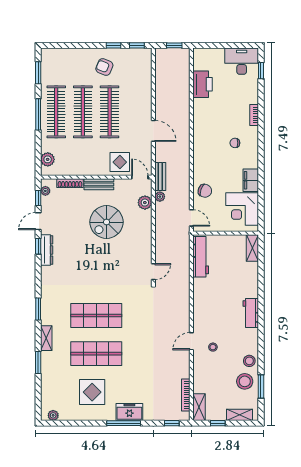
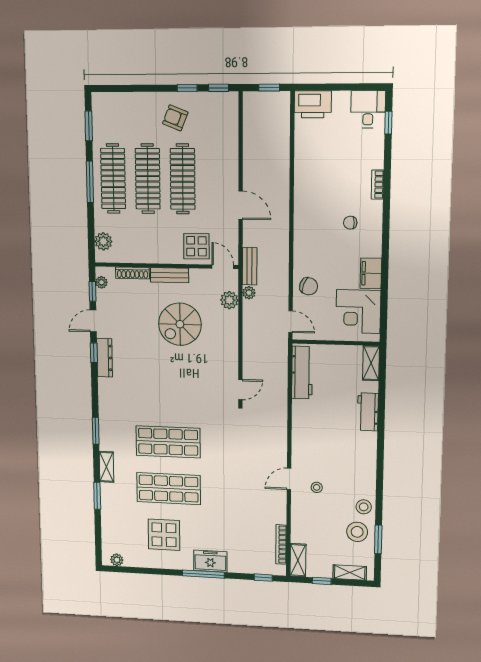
desk: (242, 61) -> (368, 109), width x0.73
printer: (203, 84) -> (313, 104), moved, turned 90
workbench: (251, 313) -> (368, 412), moved

